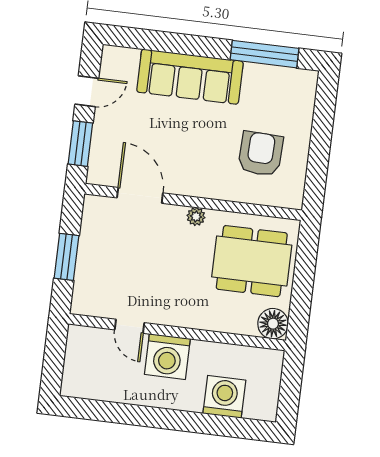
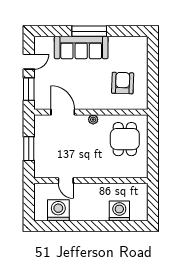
window: (265, 54) -> (89, 31), moved
dining table: (252, 261) -> (125, 139), width x0.73
floor lamp: (273, 324) -> (140, 170), removed
washing machine: (167, 357) -> (58, 210), moved, turned 180

